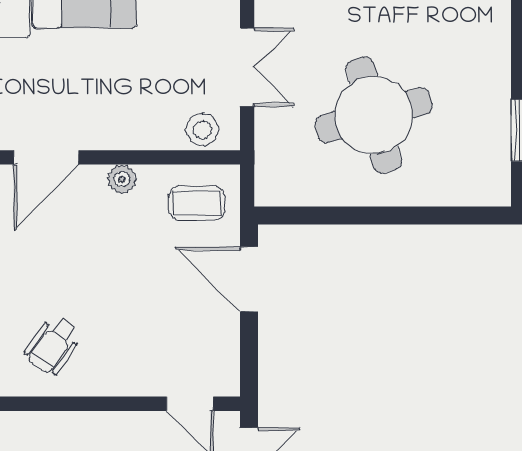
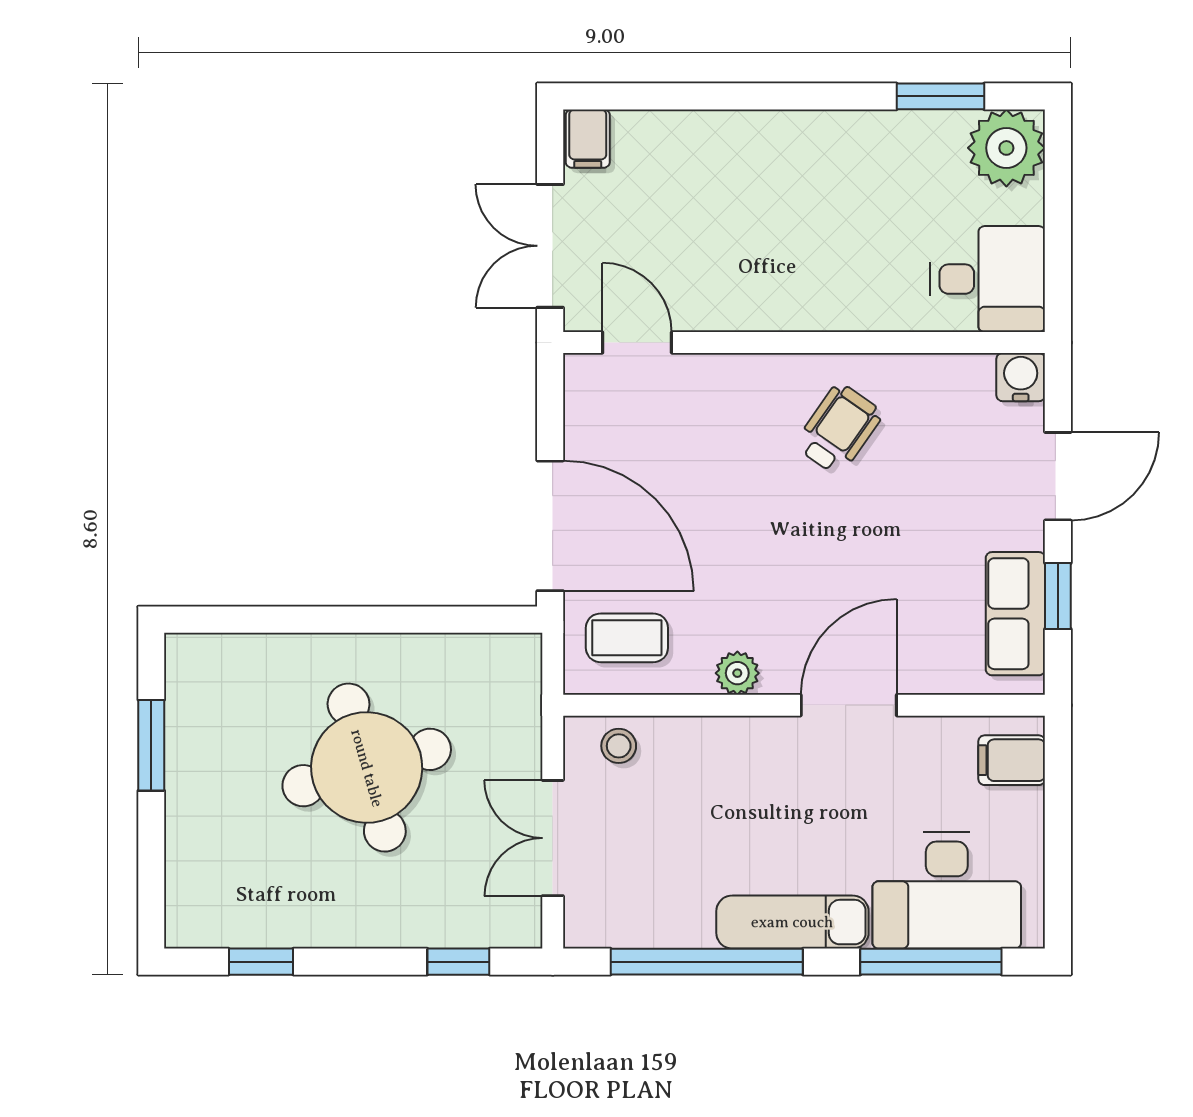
stool: (202, 130) -> (619, 746), width x0.73, depth x0.73
door: (249, 279) -> (550, 526), width x1.36

